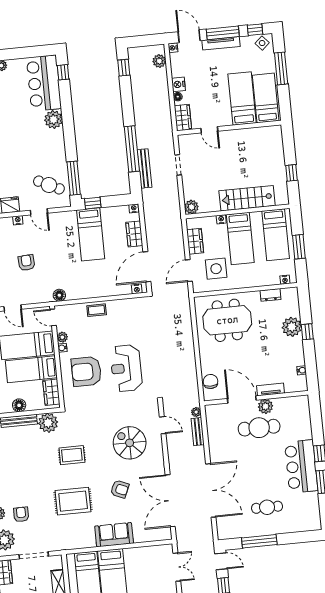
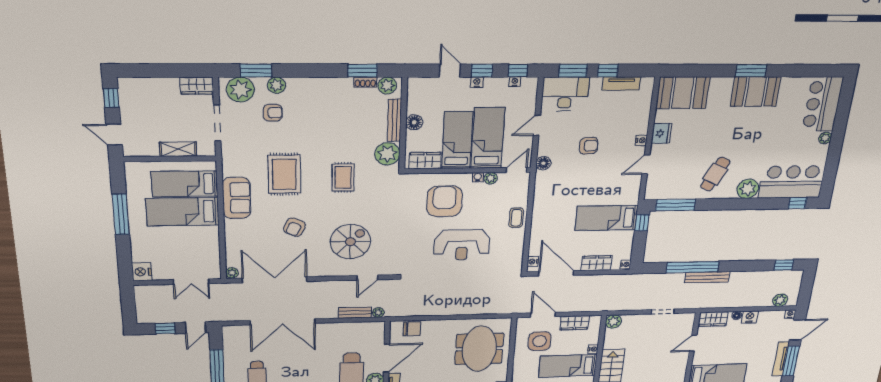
bench: (144, 168) -> (707, 277), moved
cafe table: (49, 185) -> (715, 174), moved
floor lamp: (59, 295) -> (543, 163), moved
reception desk: (126, 368) -> (462, 245), moved, turned 180
sofa: (114, 535) -> (237, 198), moved
plant: (166, 535) -> (232, 273), added

